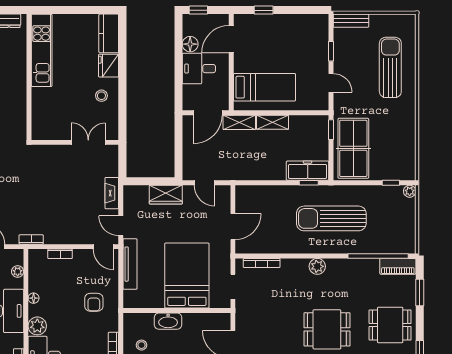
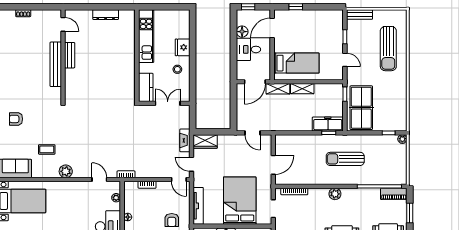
kitchen counter: (109, 33) -> (146, 87), moved, turned 180
kitchen unit: (42, 50) -> (146, 36), moved
sun lounger: (390, 67) -> (388, 49), turned 180
wall: (29, 77) -> (137, 56), moved
wardrobe: (166, 195) -> (205, 142), moved
sun lounger: (331, 218) -> (345, 159), width x0.73, depth x0.75
tv unit: (130, 264) -> (198, 206), moved

